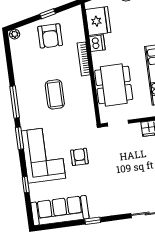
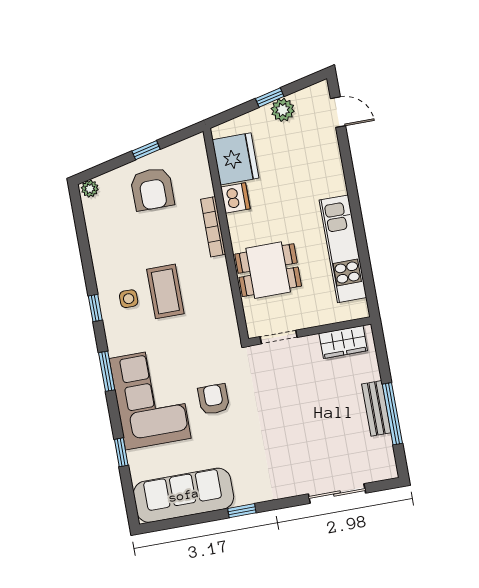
dining table: (114, 85) -> (268, 270), width x0.73
side table: (34, 98) -> (129, 299), added
window: (15, 102) -> (95, 308), width x0.46

